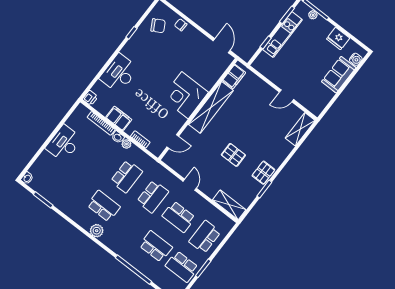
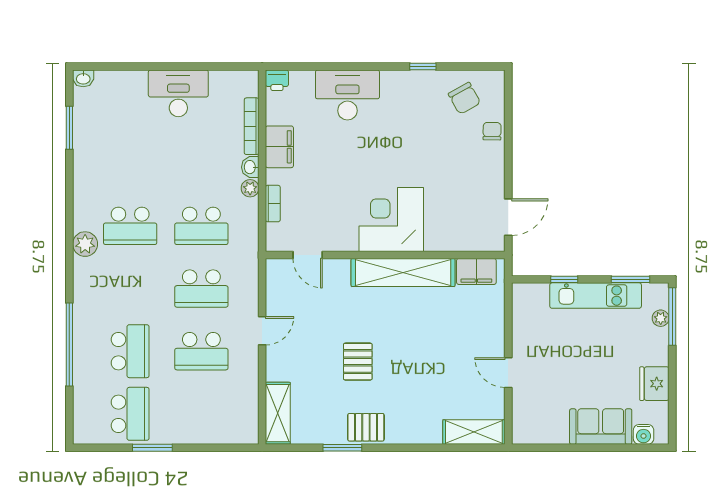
school desk: (104, 206) -> (130, 226), turned 90
school desk: (179, 217) -> (201, 351), turned -90
school desk: (205, 237) -> (201, 414), removed
school desk: (182, 267) -> (130, 414), turned 180

